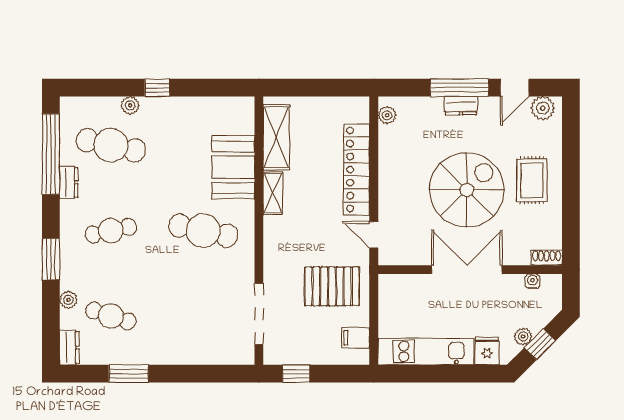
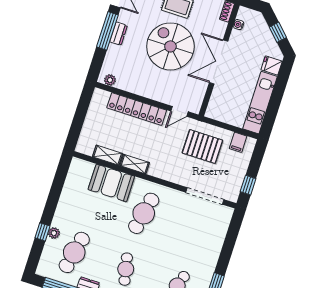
window: (157, 88) -> (42, 232), moved
shelving: (276, 137) -> (108, 155), width x0.67, depth x0.75
pallet: (332, 286) -> (202, 147), turned 90
plant: (523, 336) -> (270, 41), removed

